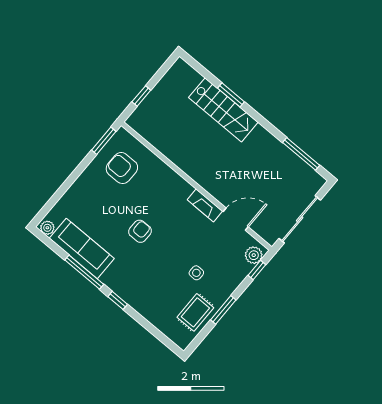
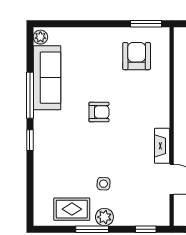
plant: (254, 255) -> (104, 217), moved

